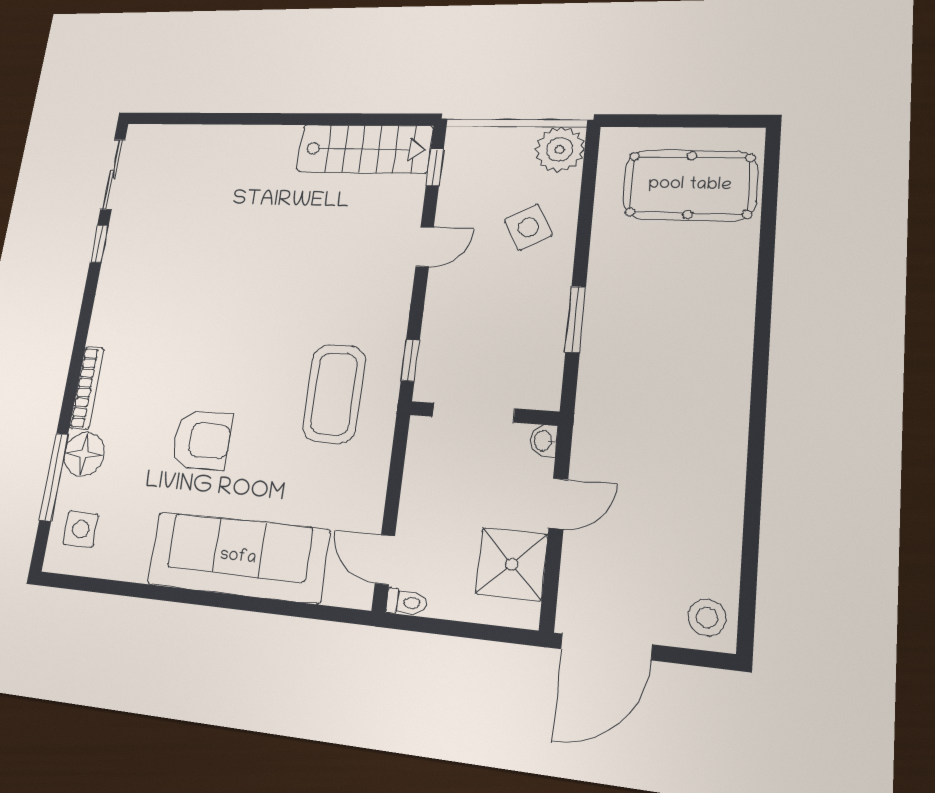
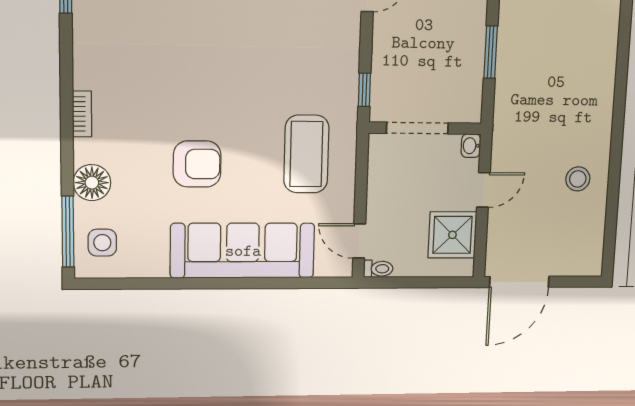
bookcase: (87, 388) -> (82, 114), width x0.64
coffee table: (334, 394) -> (306, 154), moved
window: (54, 477) -> (68, 232), moved
stool: (707, 618) -> (578, 179), moved

